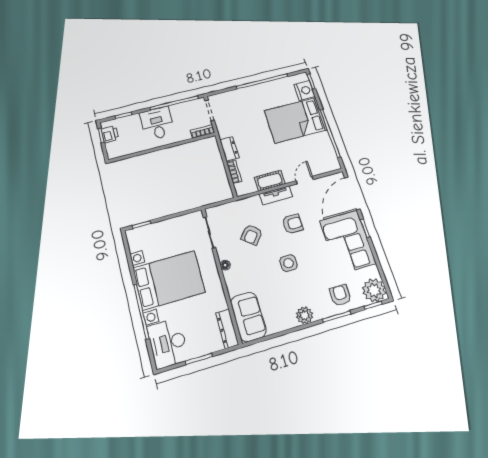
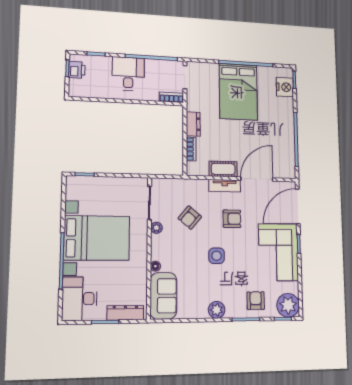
bed: (296, 120) -> (238, 92), moved, turned -90
door: (305, 180) -> (257, 179), width x1.88
plant: (223, 254) -> (156, 228), added
floor lamp: (225, 265) -> (155, 266), moved
dresser: (227, 329) -> (125, 313), moved, turned 90

